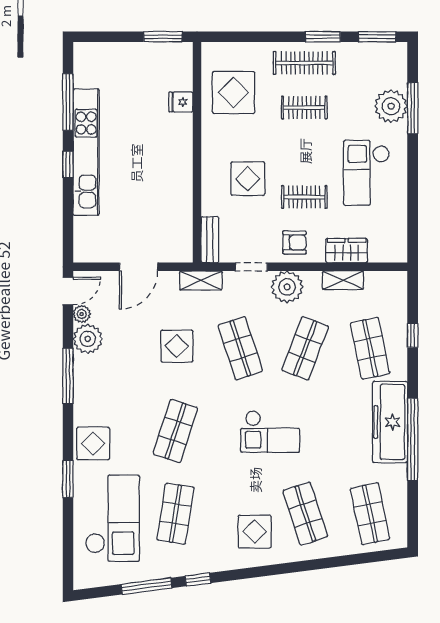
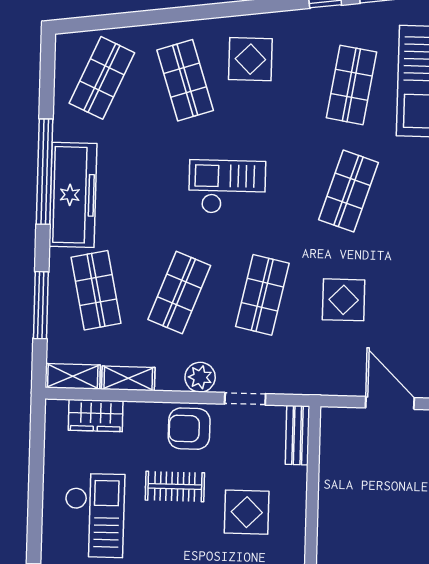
armchair: (294, 242) -> (189, 429), width x1.38, depth x1.38
wardrobe: (347, 251) -> (96, 415), moved
door: (139, 267) -> (390, 403), hinge flipped
shelving: (201, 281) -> (73, 376), moved
plant: (287, 287) -> (200, 377), width x0.73, depth x0.73
window: (413, 335) -> (41, 305), width x2.17
shop shelf: (240, 348) -> (262, 295), turned 30
shop shelf: (370, 514) -> (102, 78), turned 36

